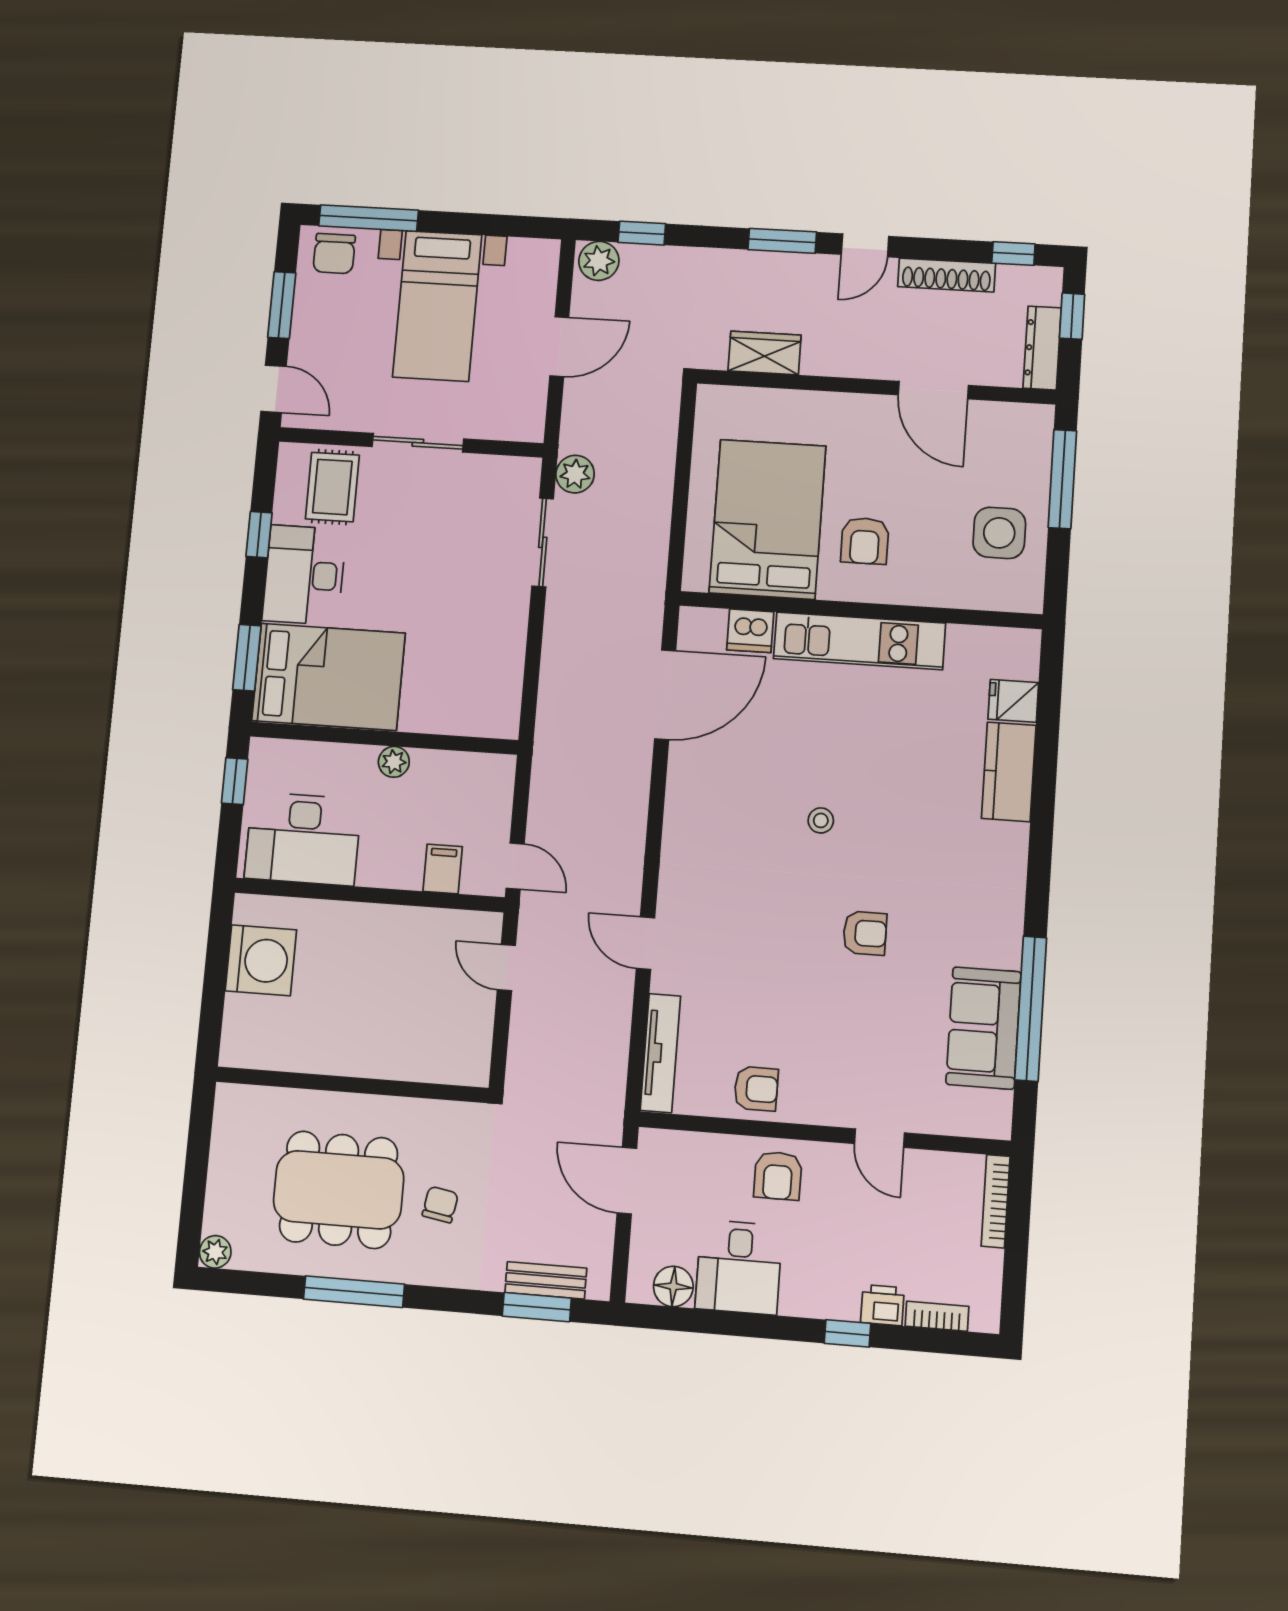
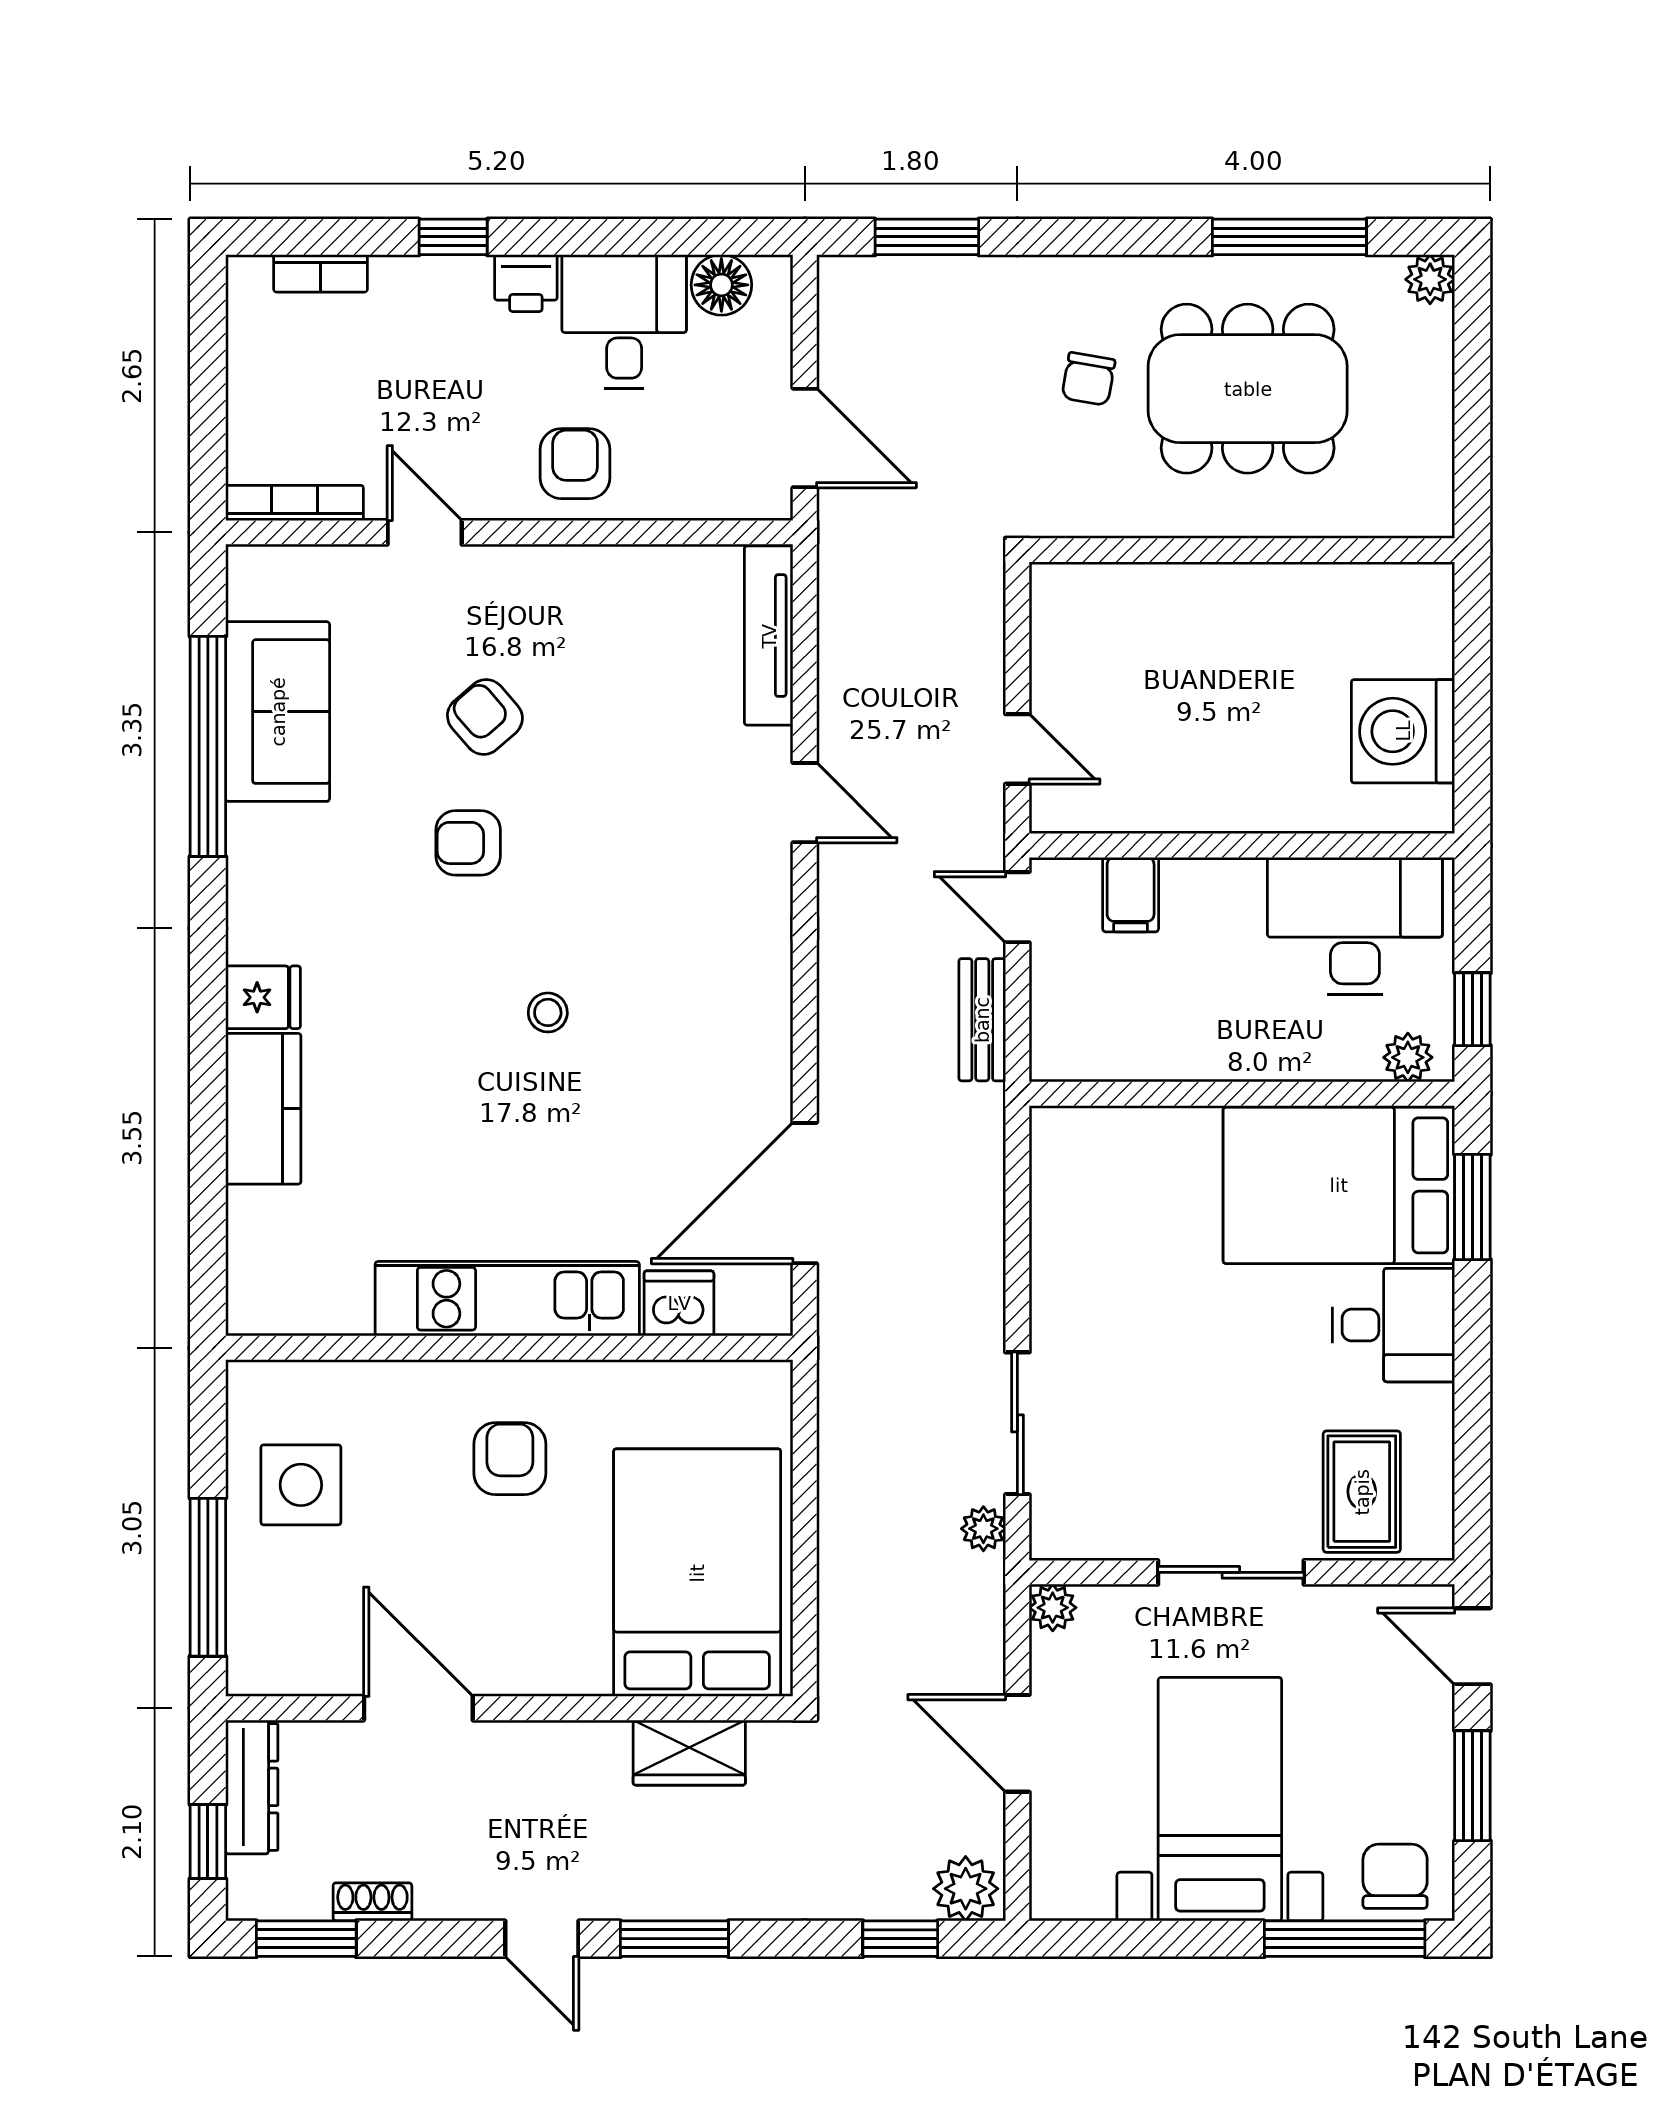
door: (865, 245) -> (542, 1939), swing flipped
window: (1013, 254) -> (306, 1939), width x1.50
shoe rack: (947, 275) -> (372, 1902), width x0.51, depth x0.81
door: (559, 347) -> (1017, 1743), hinge flipped
plant: (530, 428) -> (1053, 1608), added
plant: (575, 474) -> (983, 1529), width x0.73, depth x0.73
bed: (768, 519) -> (697, 1573), moved, turned 180
window: (259, 535) -> (1472, 1407), removed
desk: (304, 575) -> (1393, 1325), width x0.73
fridge: (1013, 701) -> (263, 997), moved
plant: (394, 762) -> (1408, 1057), moved
armchair: (756, 1089) -> (485, 717), moved, turned 49
bookcase: (996, 1201) -> (295, 503), moved, turned -90
bench: (546, 1280) -> (982, 1020), moved, turned 90
window: (354, 1292) -> (1289, 237), moved
printer: (882, 1305) -> (526, 283), moved

